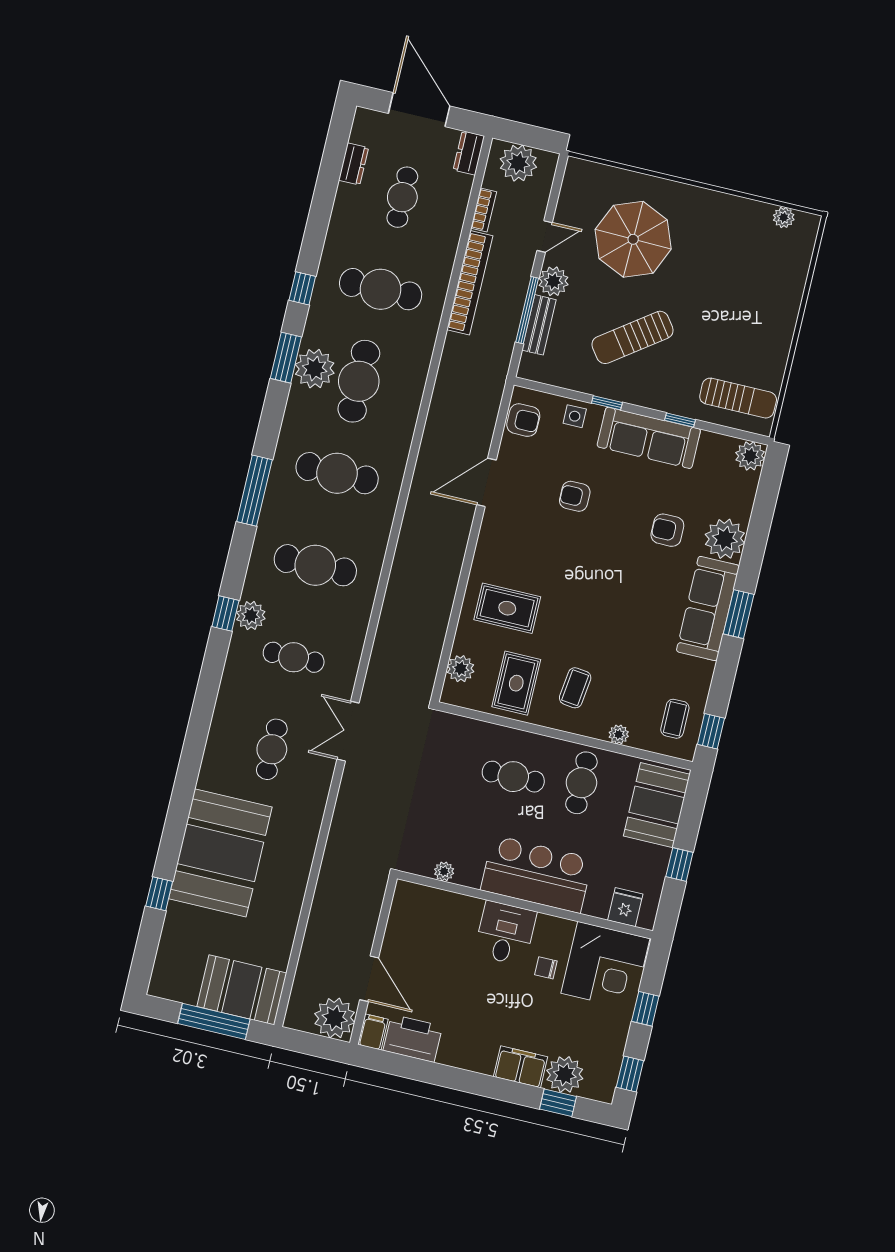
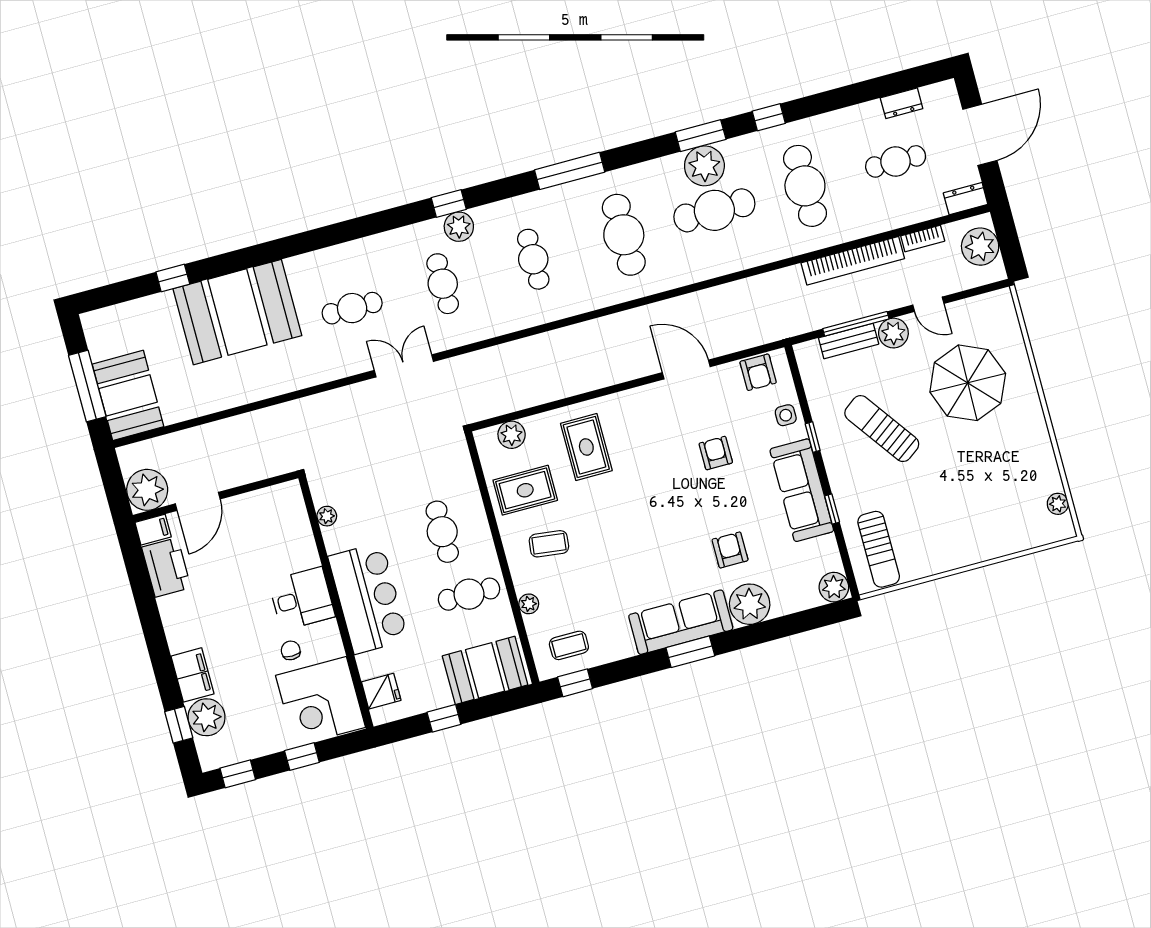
cafe table: (315, 565) -> (533, 259), width x0.73, depth x0.74

